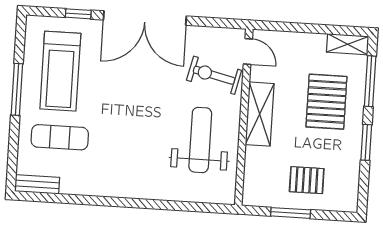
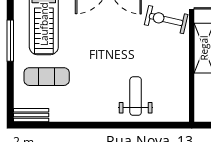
weight bench: (200, 140) -> (136, 96), moved, width x0.73, depth x0.75

